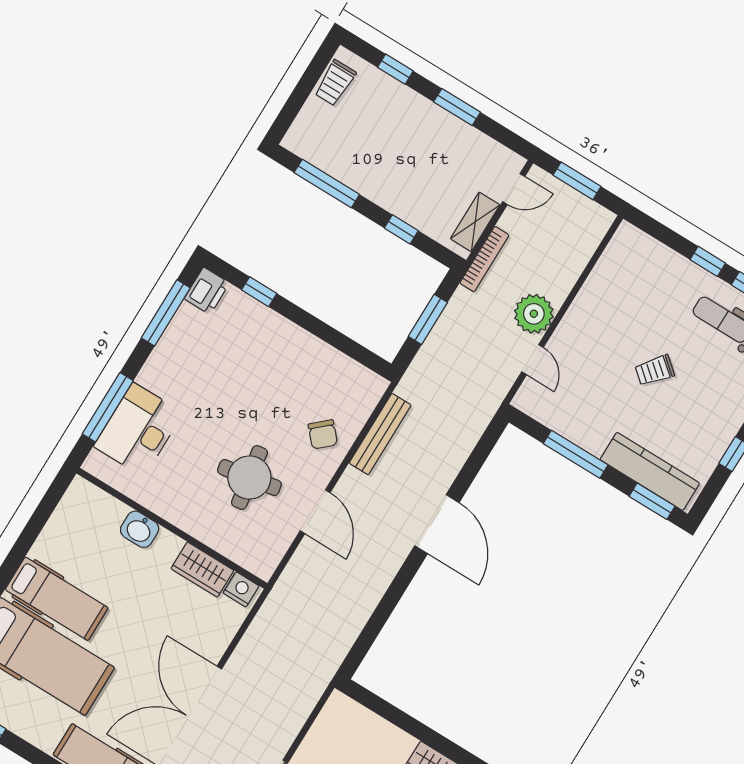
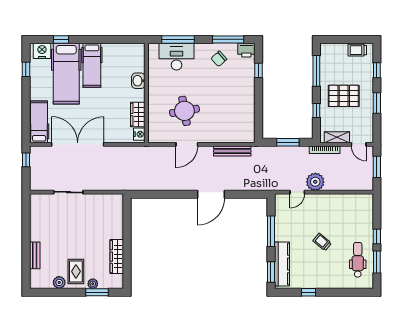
pallet: (405, 161) -> (344, 96), added
chair: (323, 434) -> (219, 59), moved

